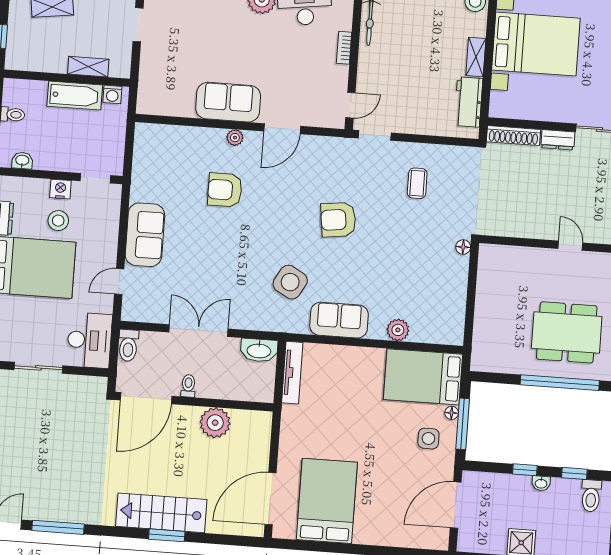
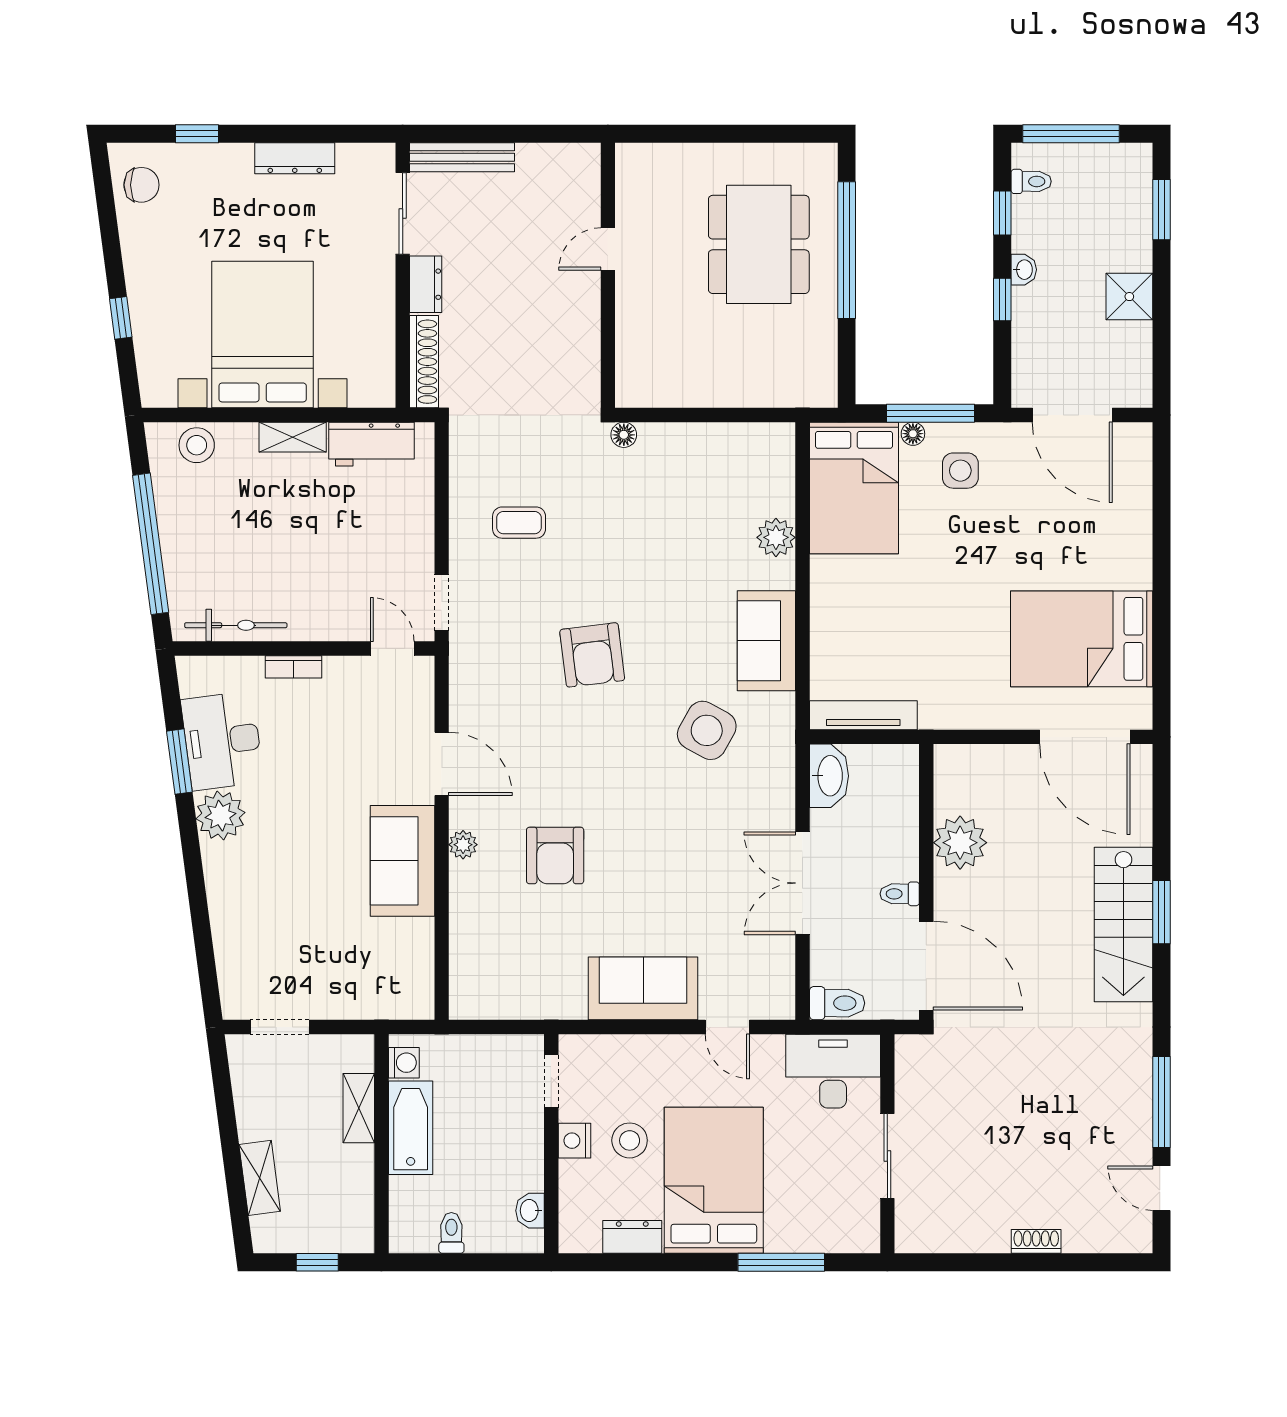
toilet: (591, 496) -> (1031, 181), width x0.73, depth x0.72

